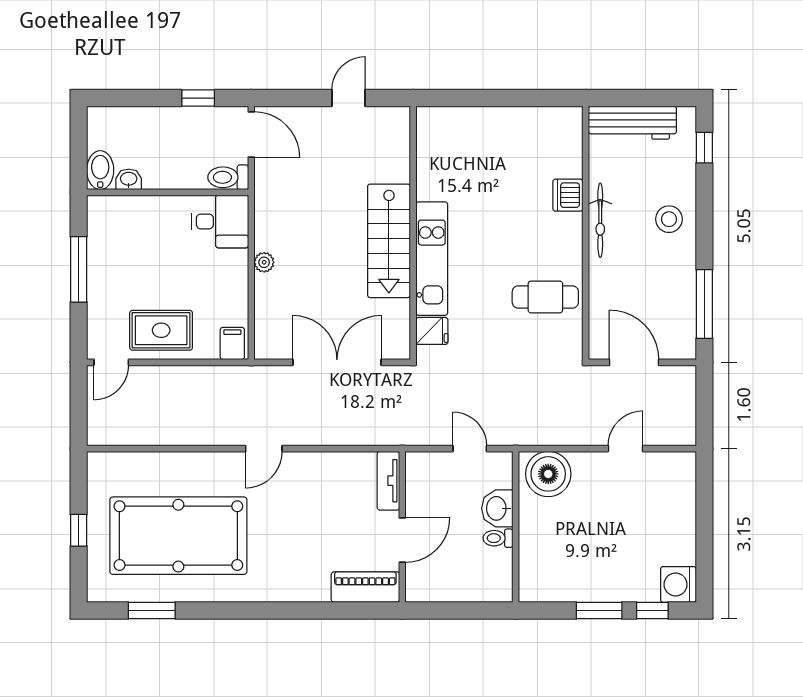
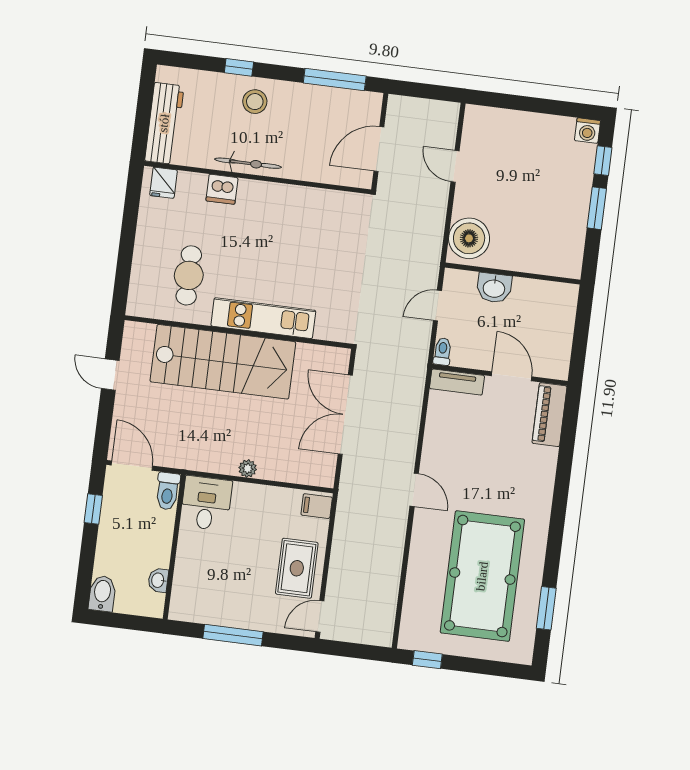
door: (251, 135) -> (132, 466), hinge flipped
window: (704, 148) -> (239, 67), moved
bidet: (100, 170) -> (102, 594), moved, turned 90
stairs: (389, 241) -> (223, 362), width x1.36, depth x1.51
cafe table: (545, 297) -> (189, 275), moved
fridge: (432, 331) -> (164, 183), moved, turned 180
door: (111, 362) -> (320, 616), swing flipped
window: (79, 530) -> (427, 660), moved
toilet: (498, 538) -> (442, 352), moved, turned 180
washing machine: (678, 584) -> (587, 131), width x0.73, depth x0.73

